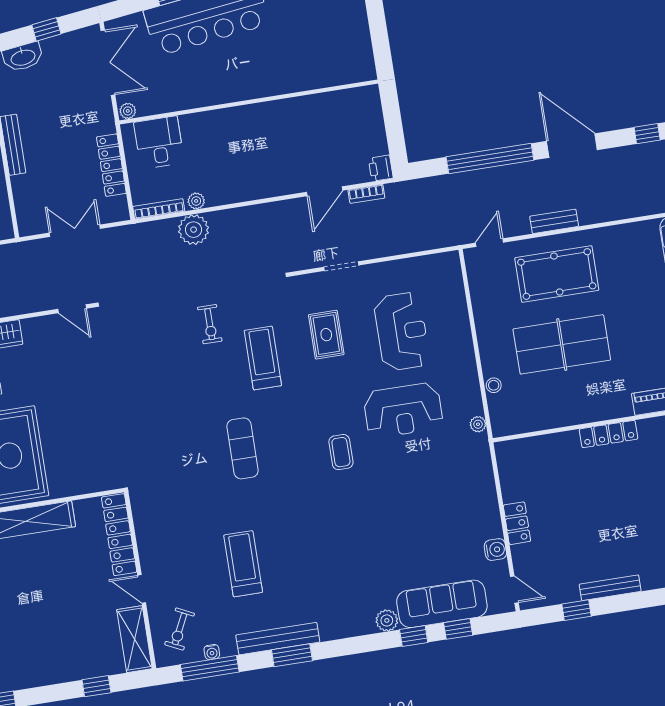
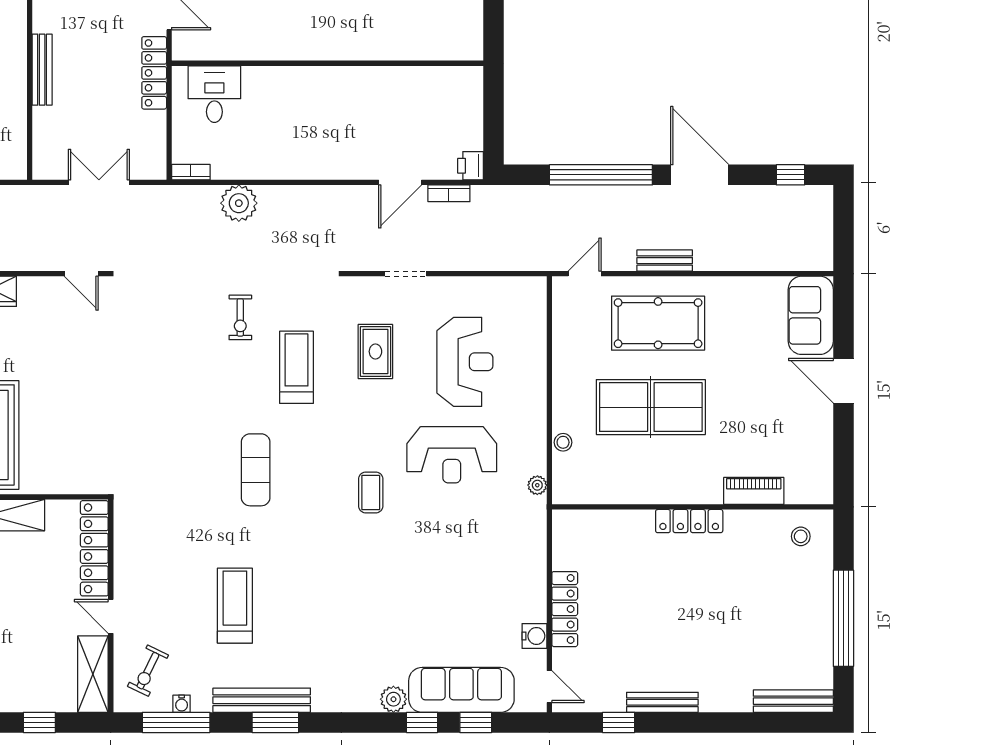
plant: (128, 111) -> (183, 51), removed
locker: (111, 165) -> (154, 73), moved
plant: (196, 201) -> (247, 170), removed
bookcase: (159, 209) -> (191, 172), width x0.64
locker: (517, 523) -> (565, 609), width x1.53

